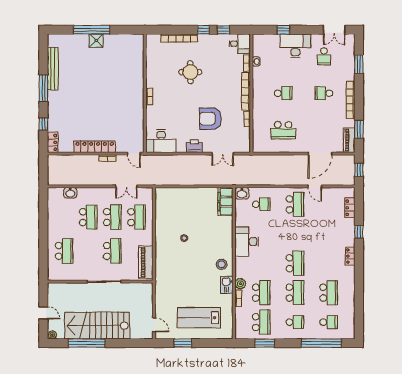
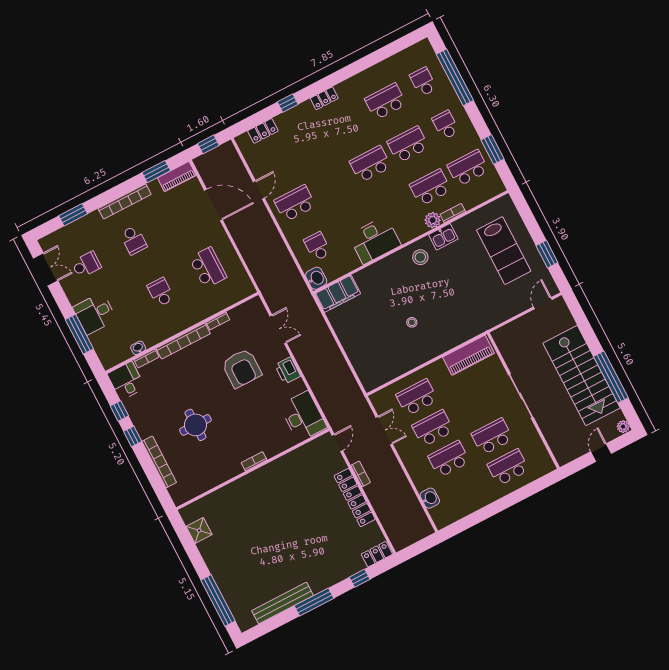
window: (92, 30) -> (218, 601), moved
window: (283, 30) -> (79, 334), width x2.17
shower: (96, 41) -> (199, 530), moved
desk: (295, 46) -> (95, 313), width x0.73
school desk: (112, 251) -> (492, 436), moved

